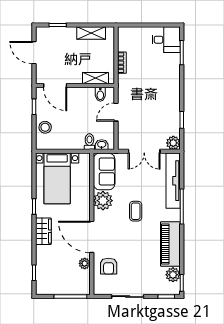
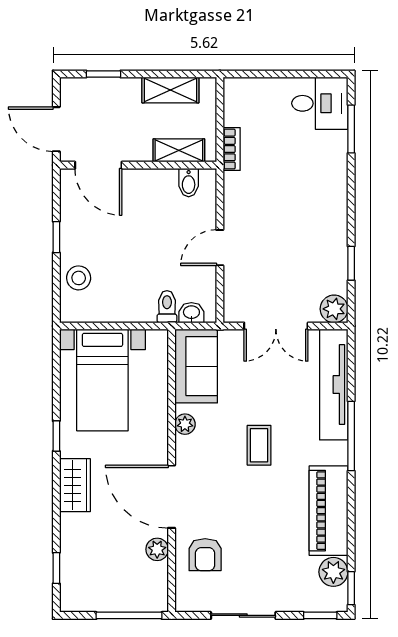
shelving: (95, 78) -> (179, 150), moved
door: (55, 85) -> (98, 165), moved
wall: (75, 85) -> (138, 165), moved
bidet: (100, 94) -> (189, 183), moved
plant: (103, 201) -> (185, 424), width x0.53, depth x0.53

